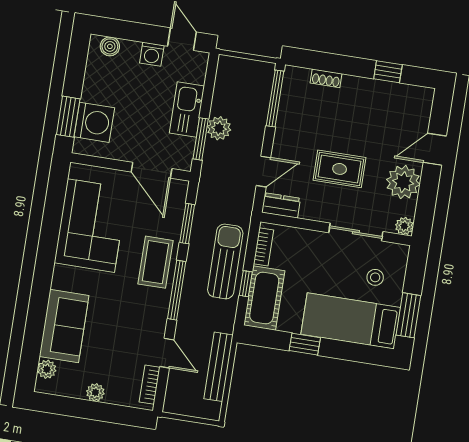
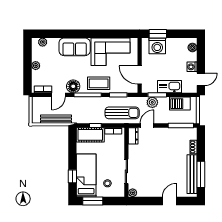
window: (388, 72) -> (201, 174), width x2.17
bench: (384, 91) -> (192, 174), added
barbecue: (227, 93) -> (180, 104), added
plant: (219, 128) -> (152, 102), moved
door: (435, 149) -> (169, 201), hinge flipped
rug: (340, 169) -> (154, 160), removed
door: (152, 170) -> (140, 75), hinge flipped
door: (263, 172) -> (147, 125), swing flipped
plant: (403, 182) -> (152, 189), removed
sun lounger: (225, 261) -> (122, 113), moved
floor lamp: (153, 318) -> (73, 86), added
sofa: (64, 326) -> (75, 47), moved
window: (305, 344) -> (72, 176), moved

